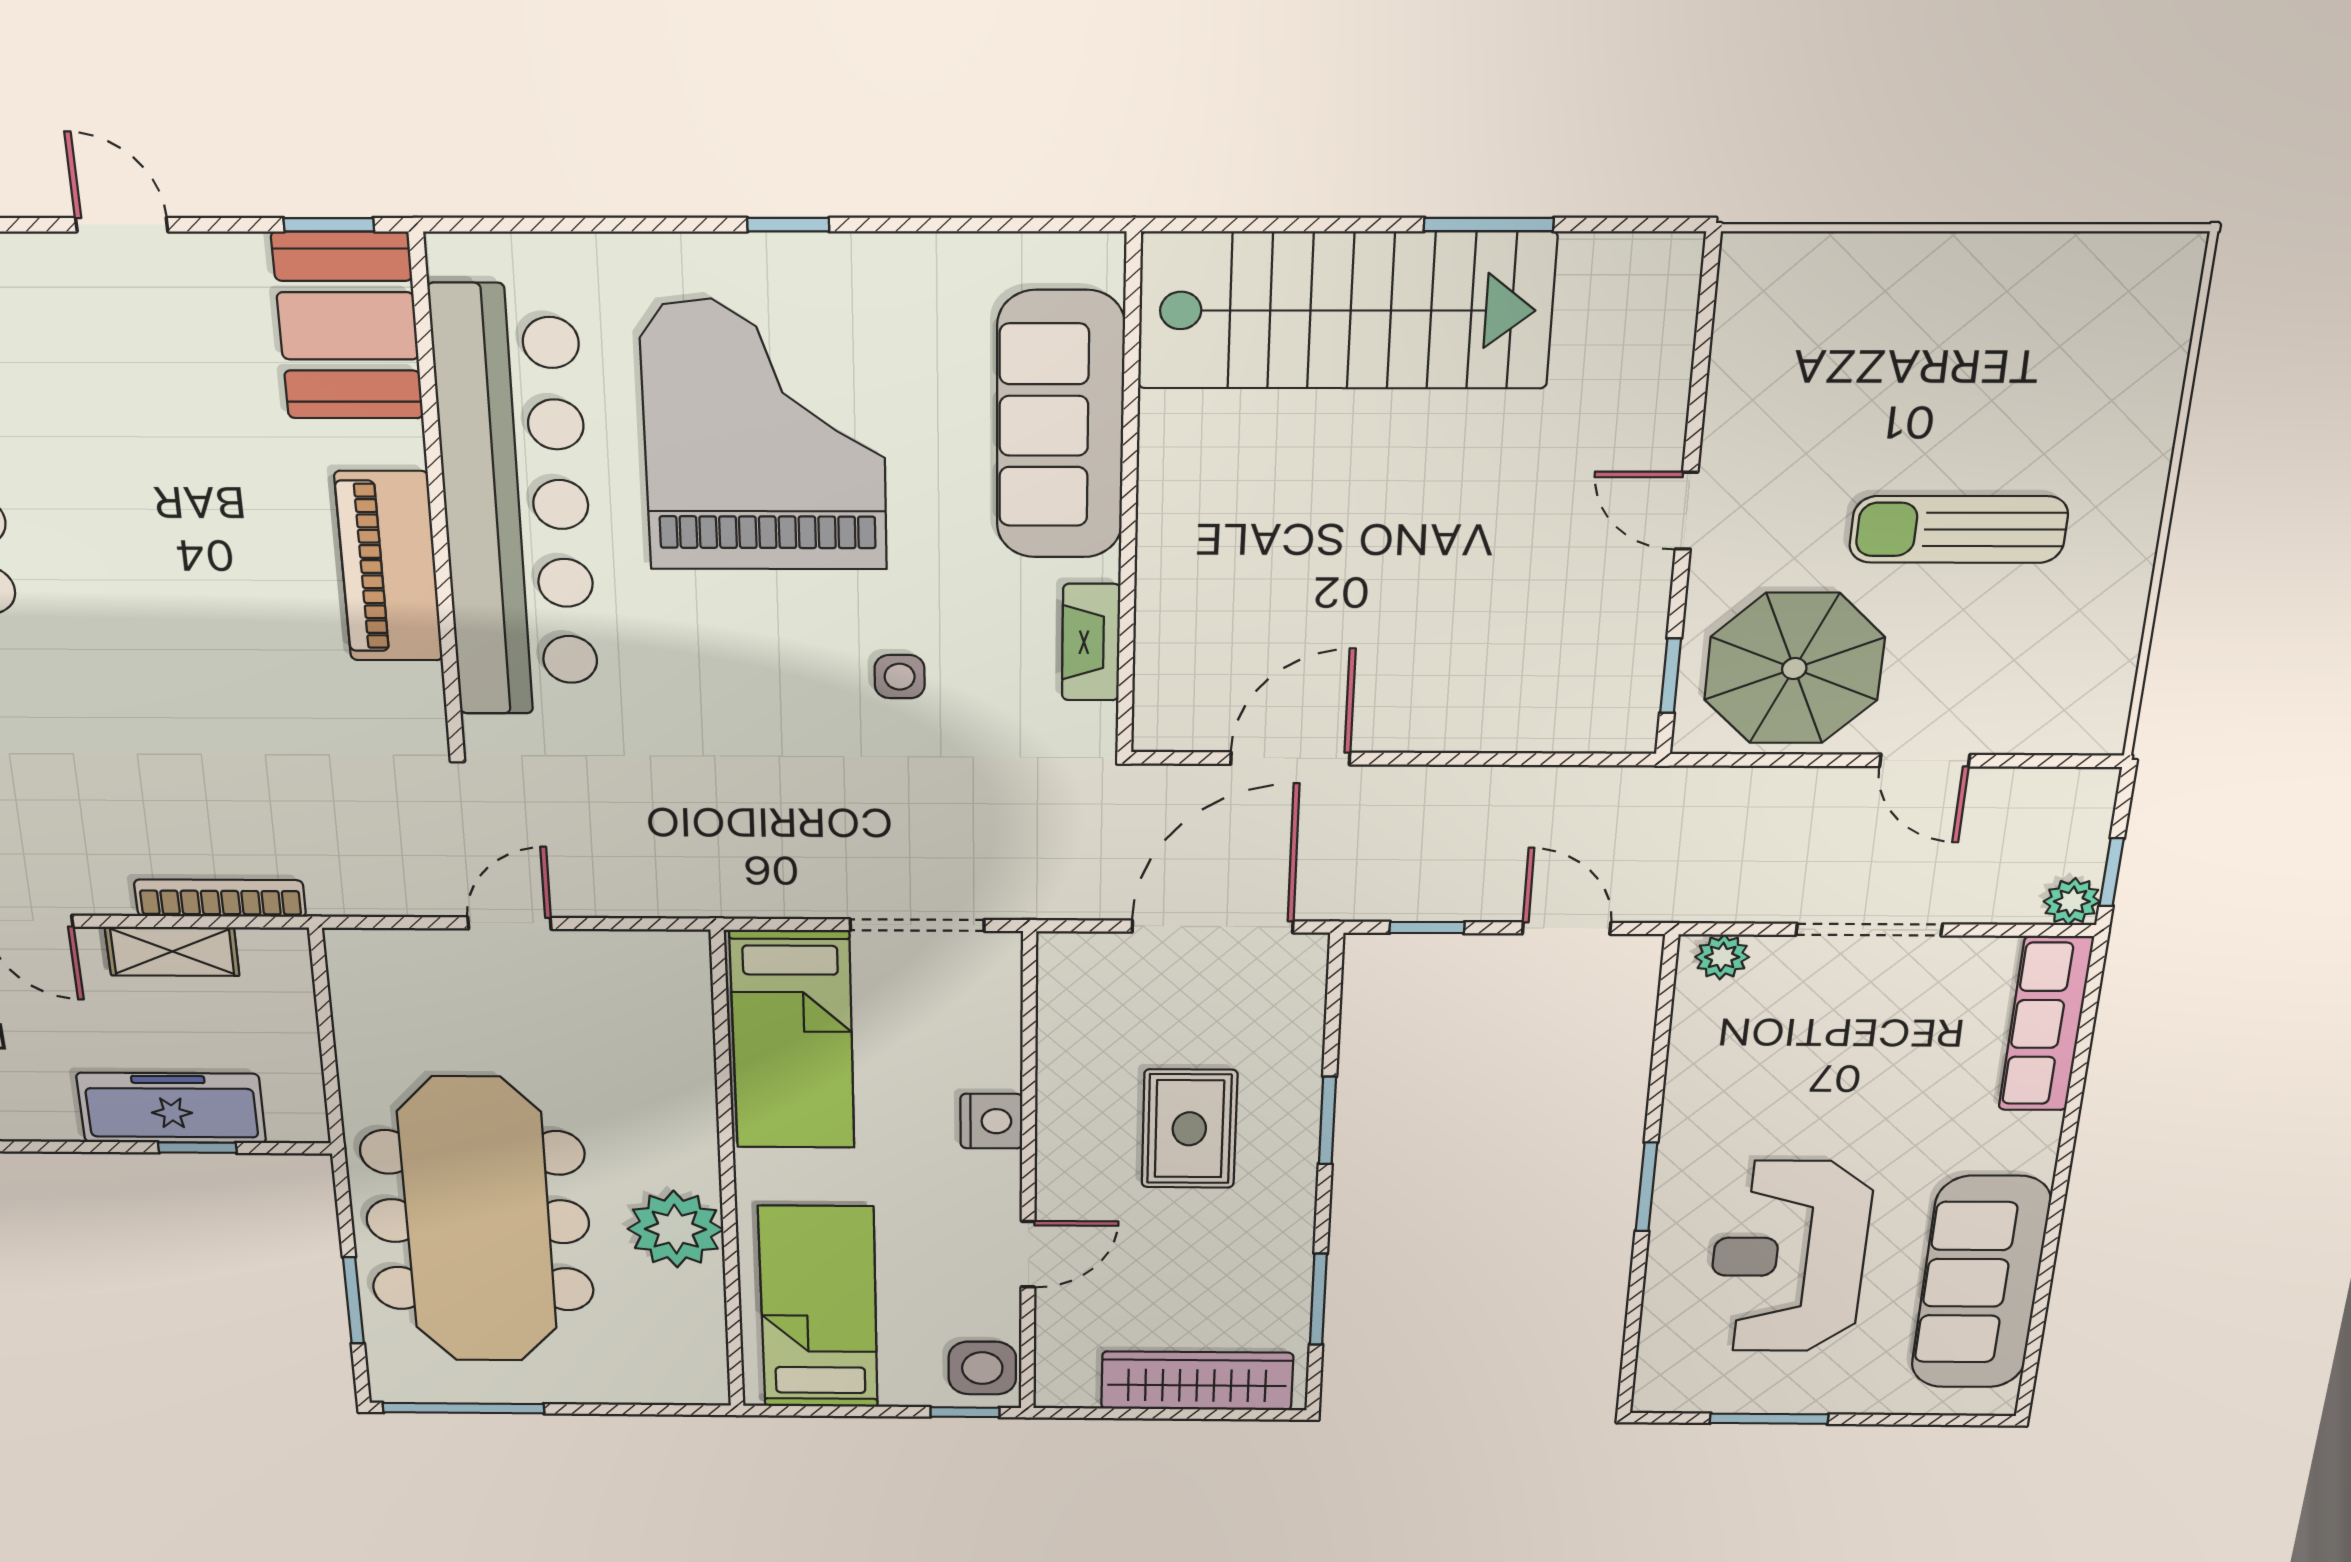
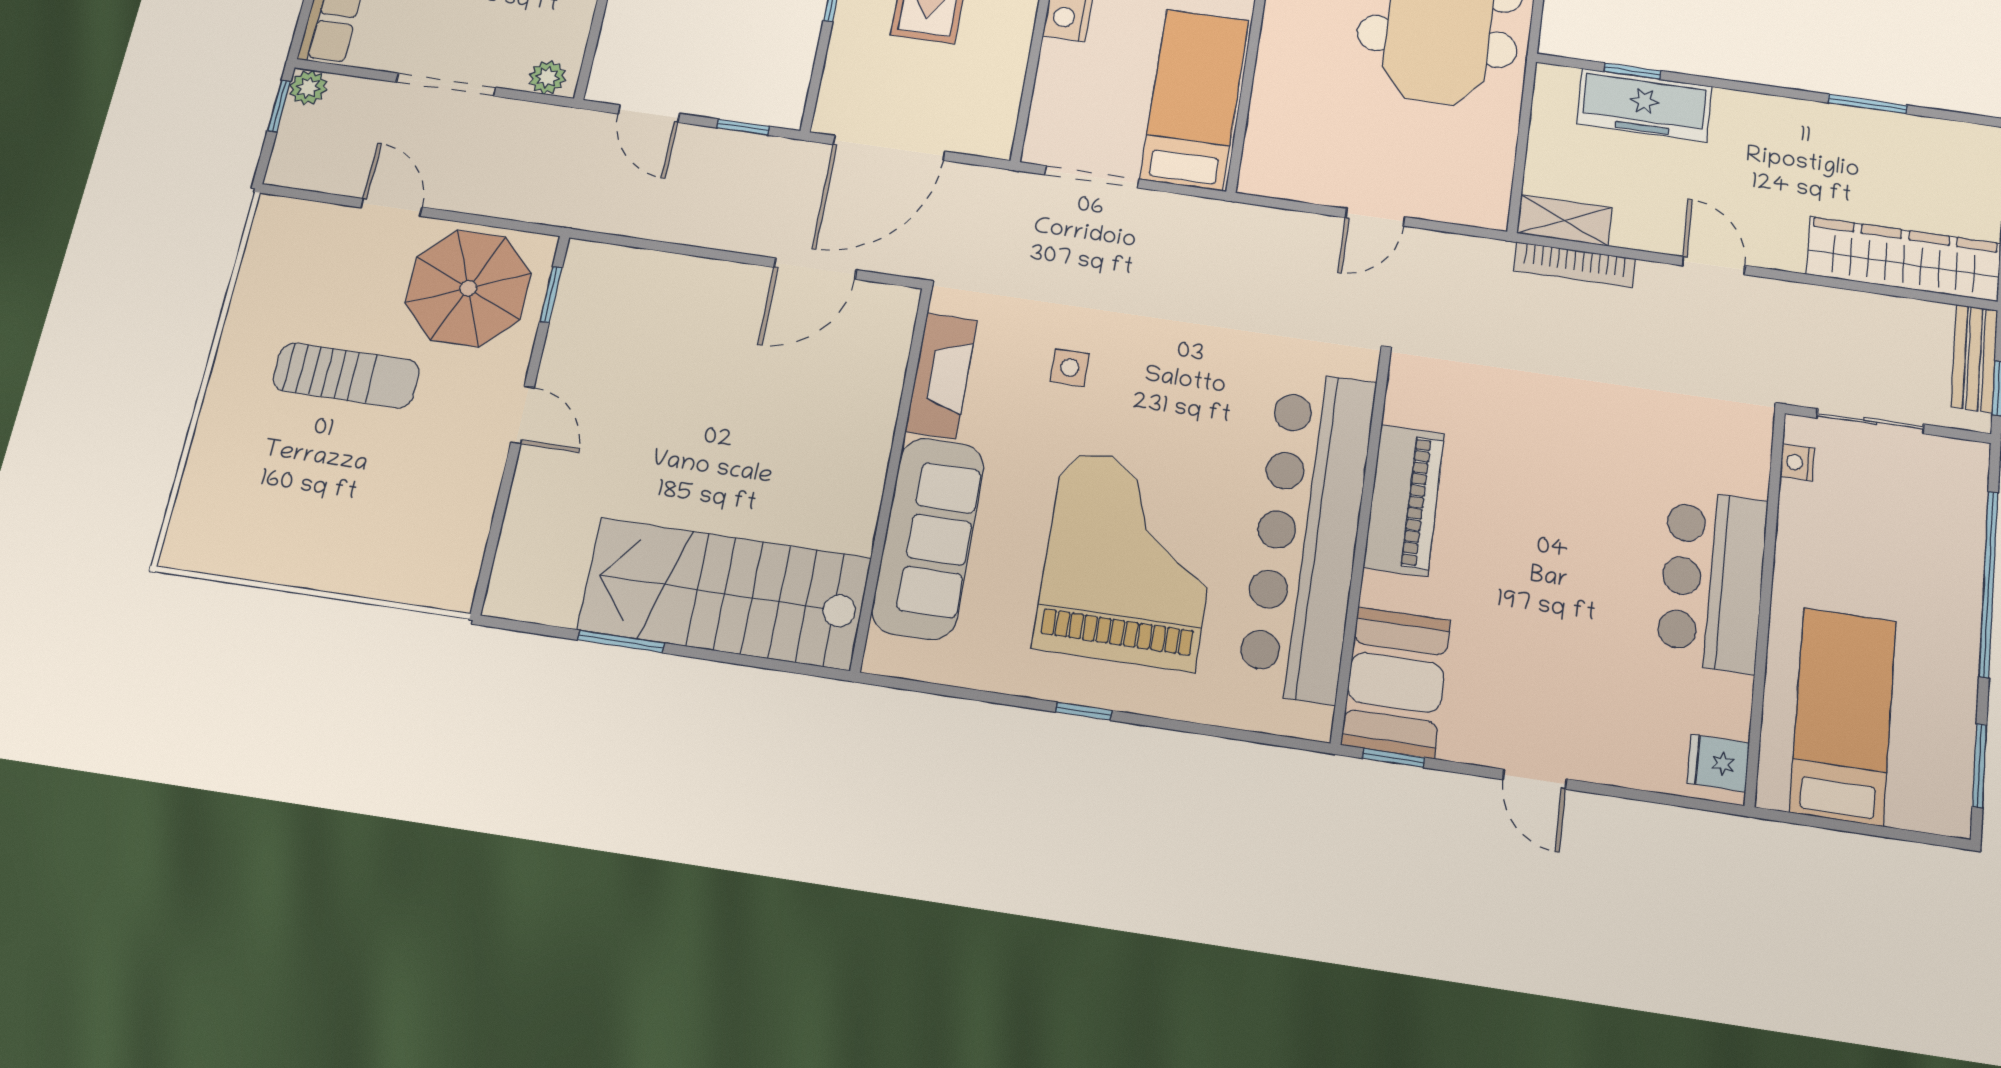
grand piano: (765, 436) -> (1128, 560), turned 180
fireplace: (1091, 642) -> (941, 376), width x1.37, depth x1.32
shelving: (172, 951) -> (1564, 220), moved

